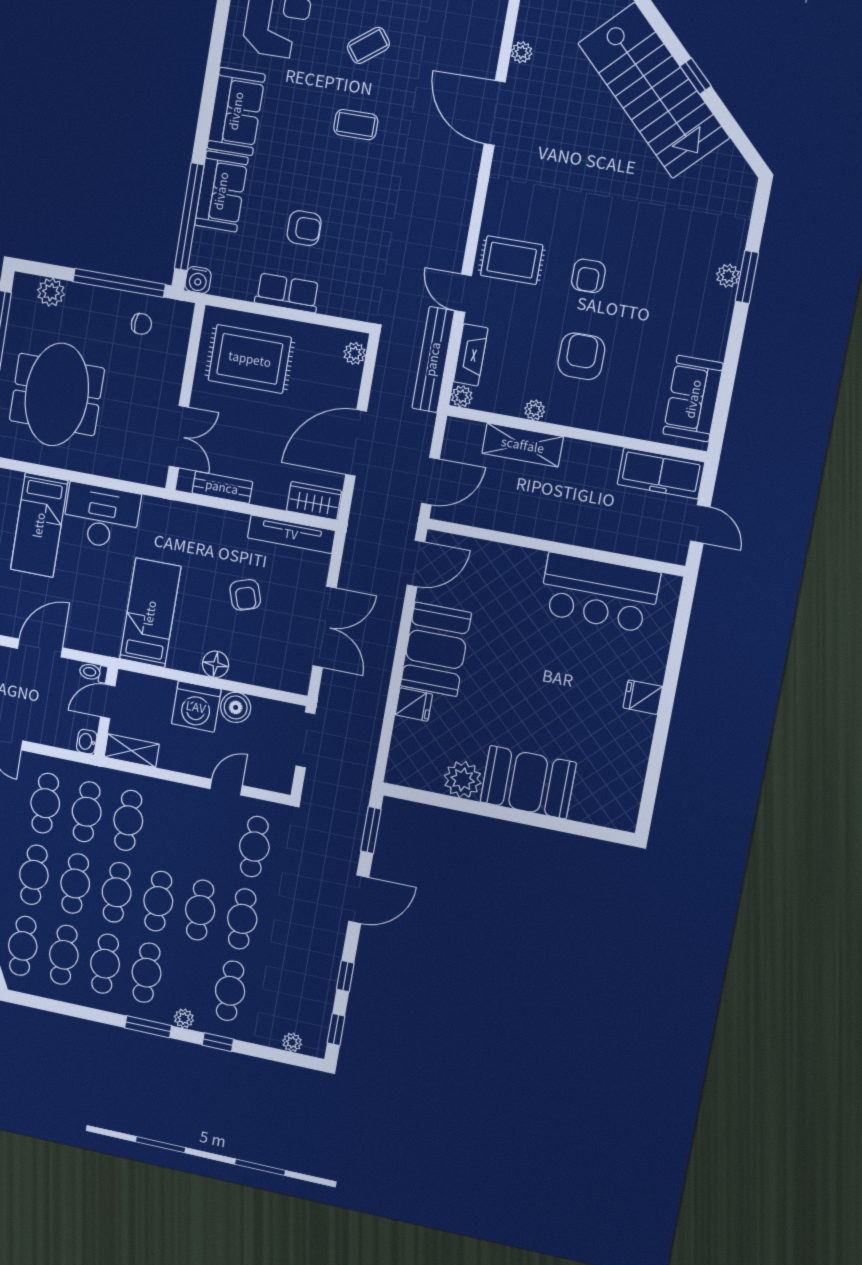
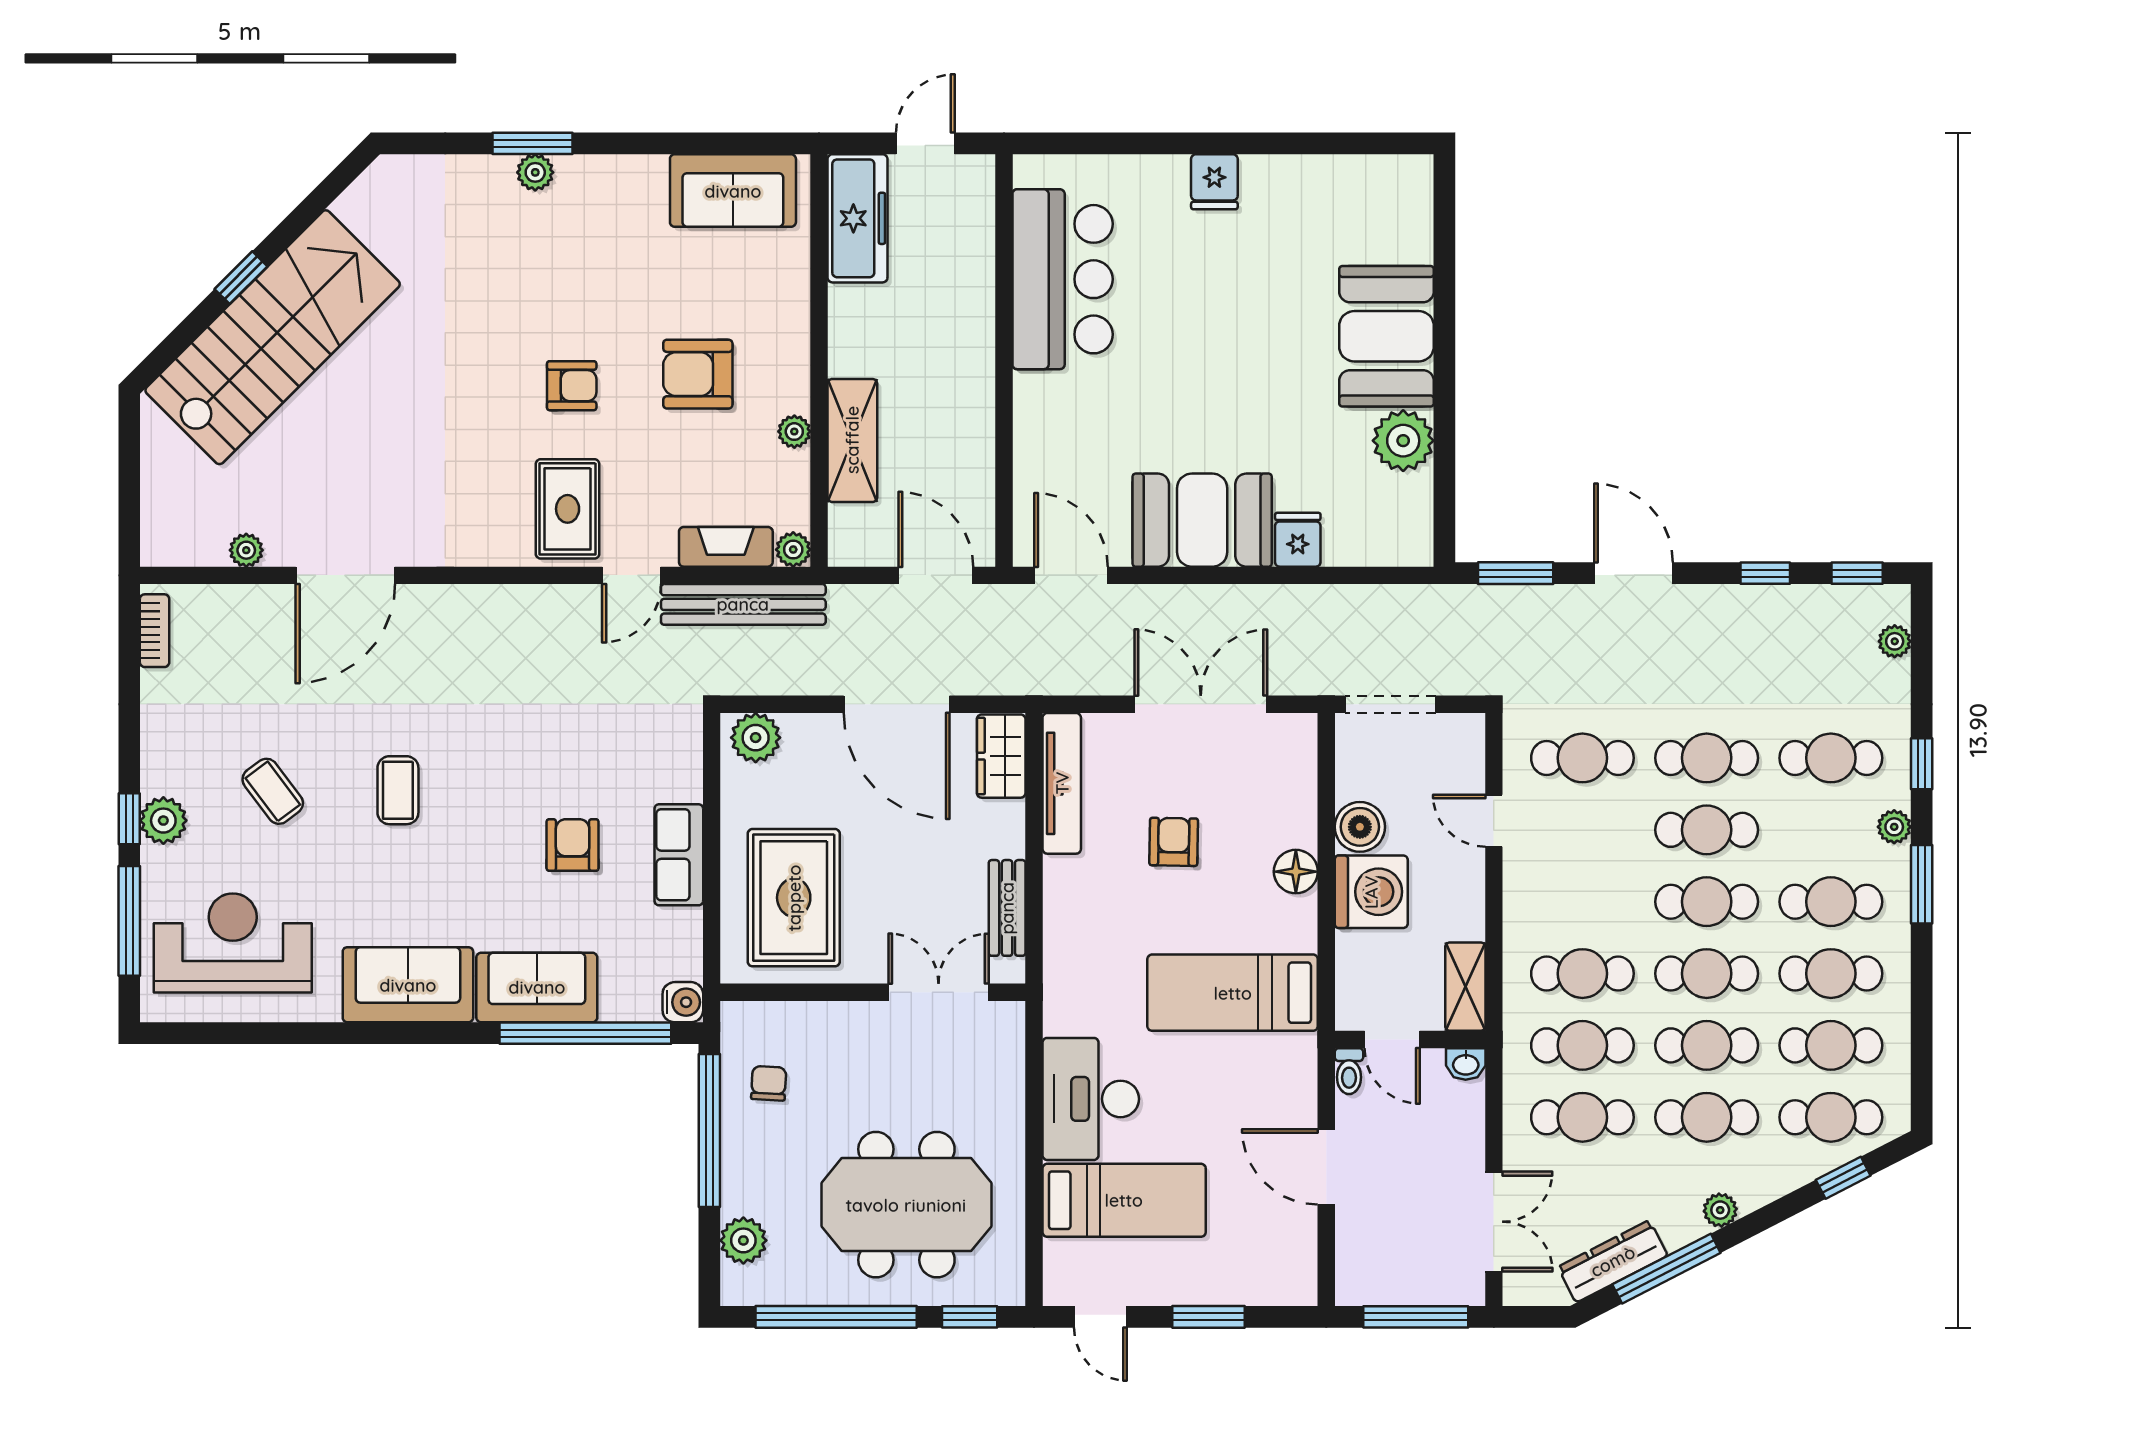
plant: (355, 353) -> (756, 738), width x1.38, depth x1.38
armchair: (245, 595) -> (1174, 842), turned -71

